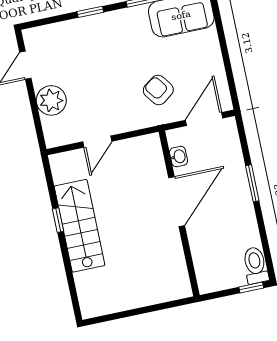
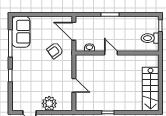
door: (177, 202) -> (111, 53), width x0.53
stairs: (80, 226) -> (151, 89), moved, turned -90
toilet: (255, 265) -> (150, 38), moved

